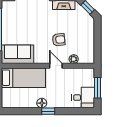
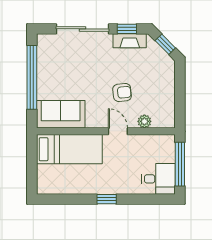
window: (97, 88) -> (180, 164), width x1.44
floor lamp: (42, 103) -> (97, 187), removed

